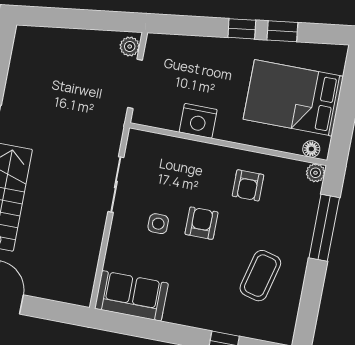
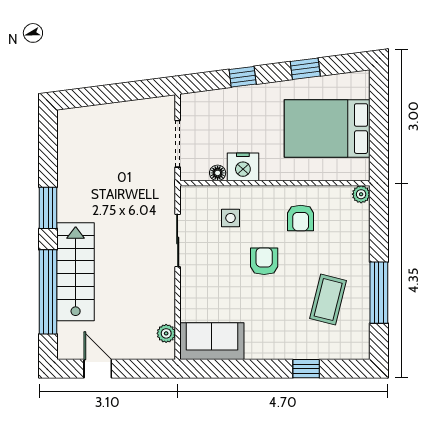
window: (242, 29) -> (243, 77), moved
plant: (130, 46) -> (166, 333), moved
floor lamp: (311, 149) -> (218, 173), moved
side table: (158, 224) -> (231, 218), moved
window: (324, 228) -> (379, 293), moved

